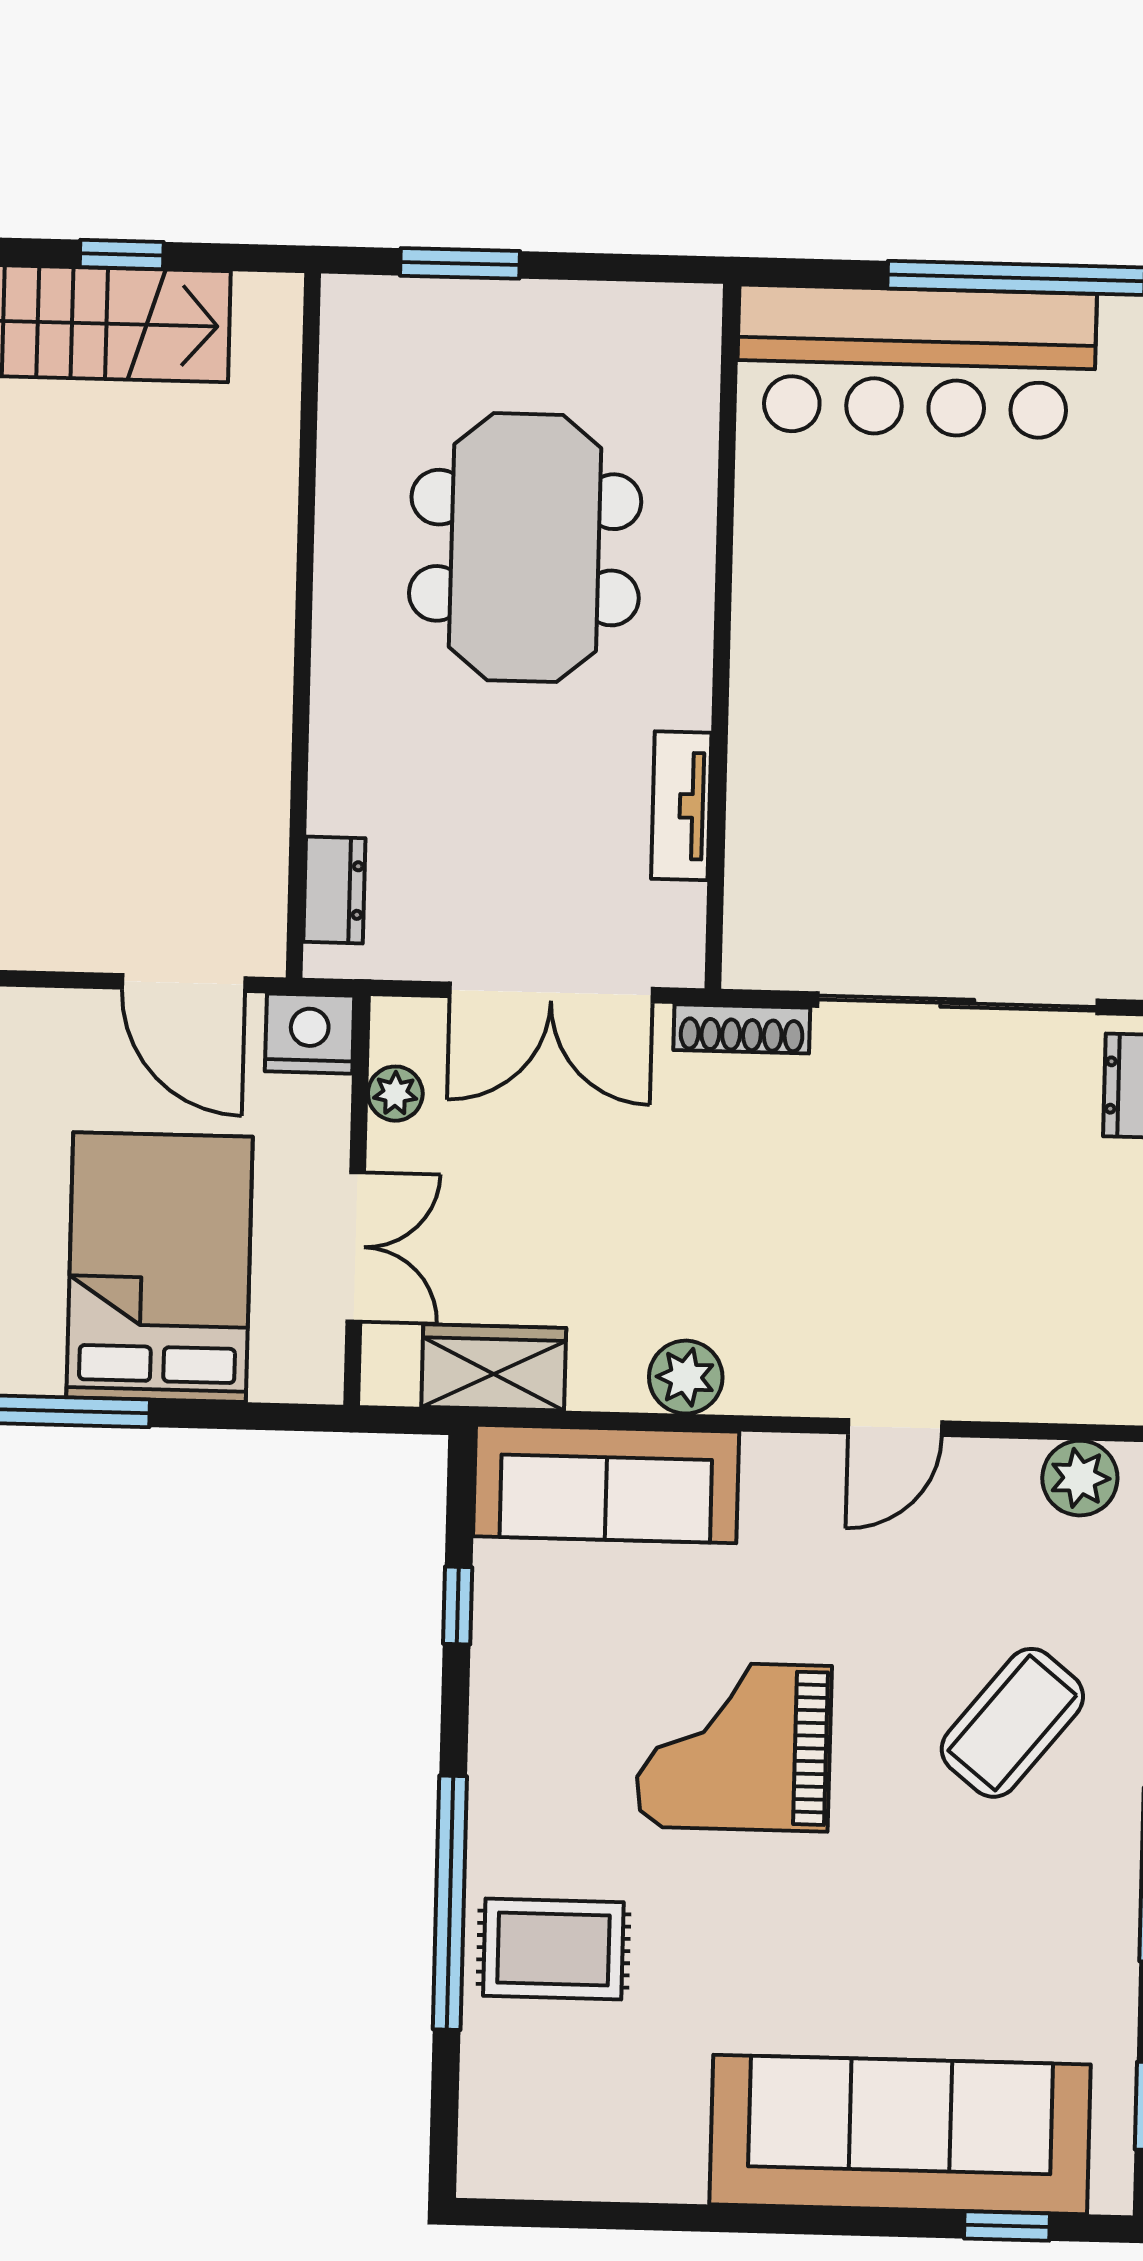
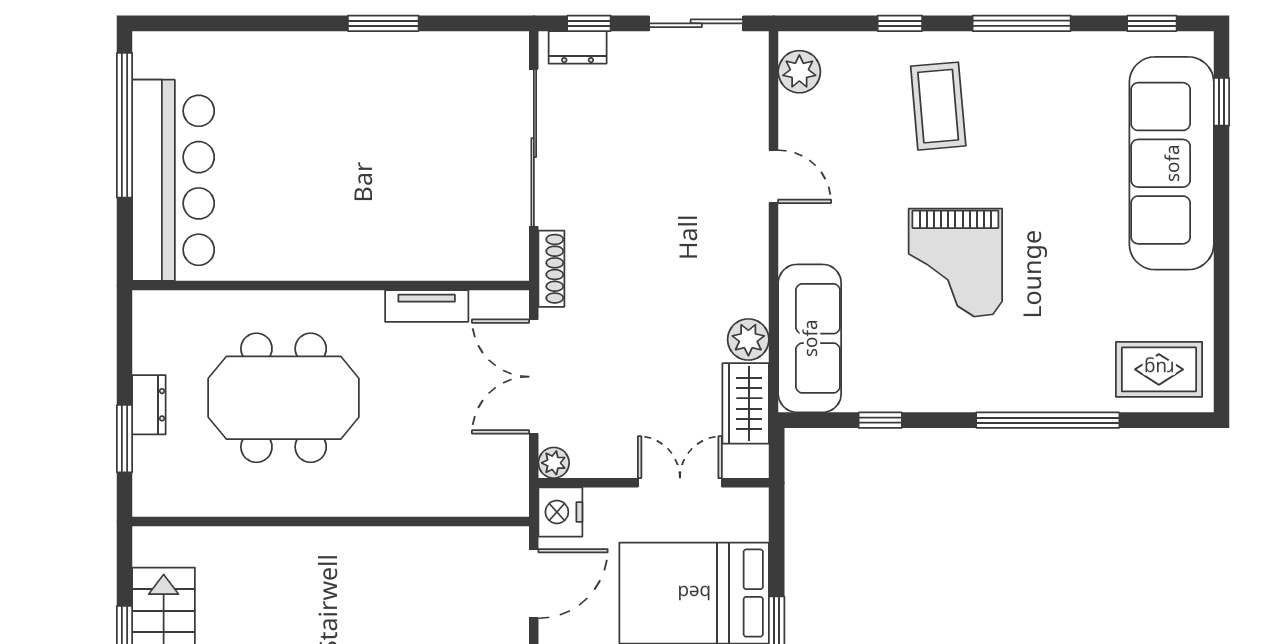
dresser: (334, 890) -> (149, 405), moved, turned 90
double door: (551, 993) -> (534, 377), swing flipped
plant: (395, 1094) -> (554, 463), moved
plant: (686, 1377) -> (748, 339), moved
coffee table: (1012, 1723) -> (938, 106), turned 46
rug: (553, 1949) -> (1159, 369), moved, turned 90

